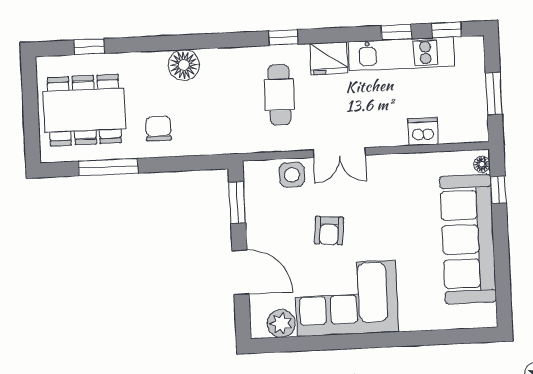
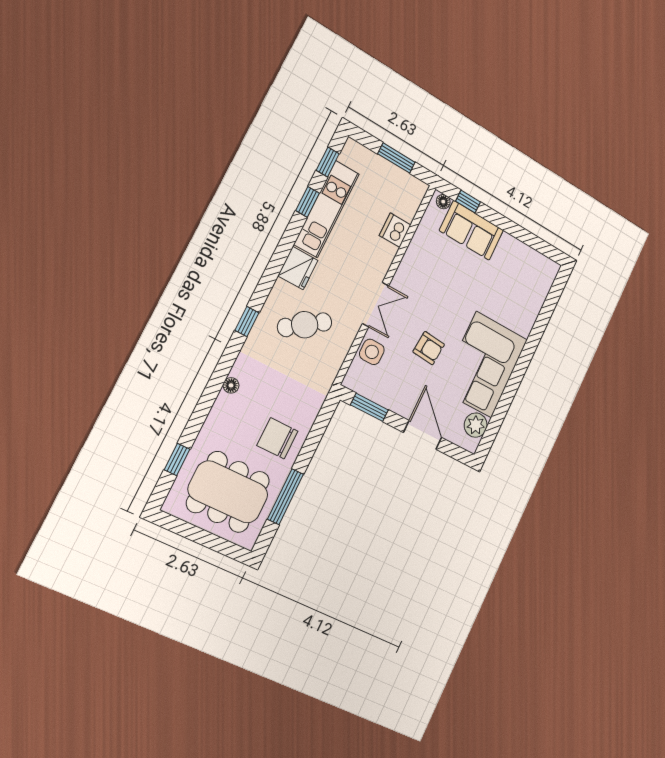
window: (283, 38) -> (247, 322), moved
floor lamp: (184, 65) -> (231, 385), width x0.53, depth x0.53
cafe table: (280, 95) -> (305, 325), turned -36
dining table: (84, 110) -> (228, 492), turned 90
chair: (159, 129) -> (277, 438), width x1.37, depth x1.37
sofa: (468, 239) -> (471, 230), width x0.54, depth x0.79
door: (240, 272) -> (423, 435), hinge flipped

